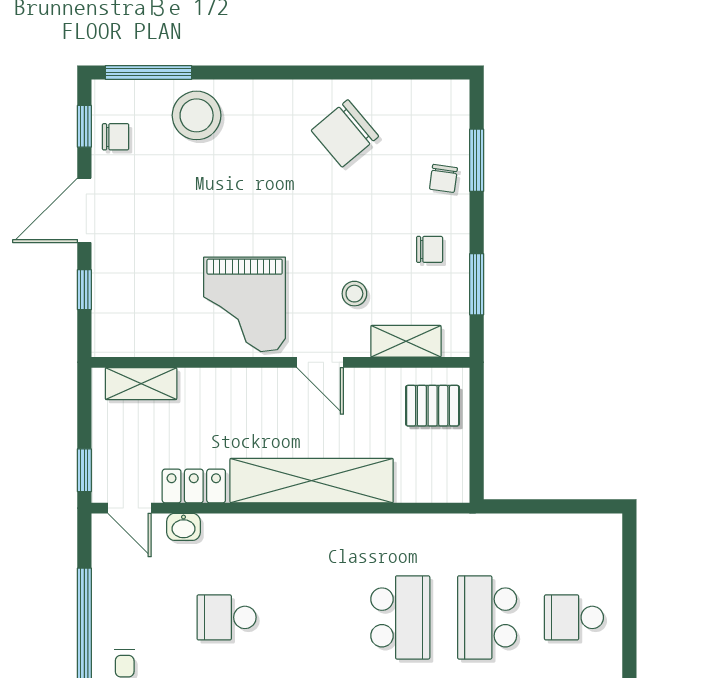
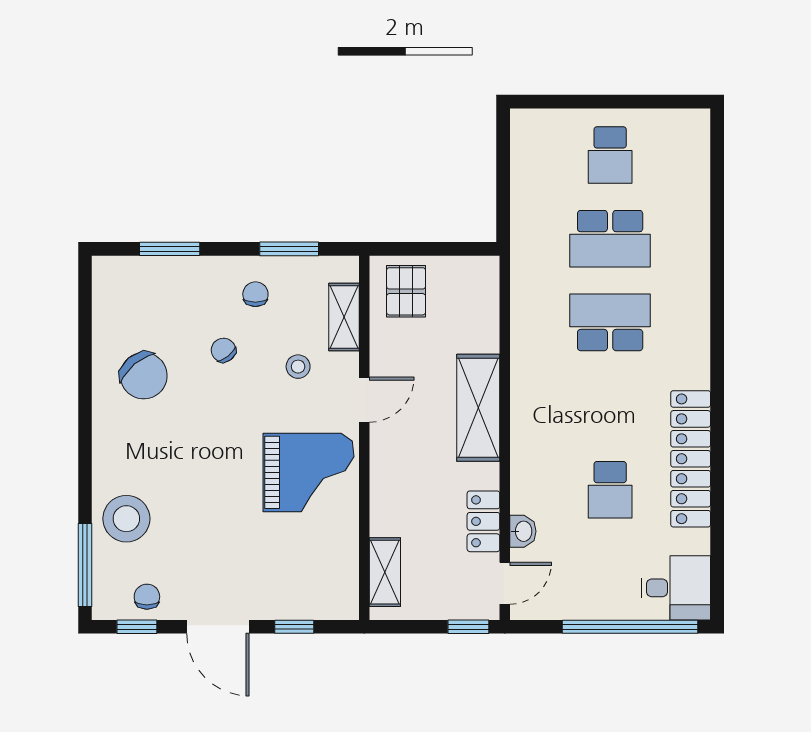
chair: (443, 178) -> (223, 350), moved, turned -136
shelving: (312, 481) -> (478, 408), width x0.68

